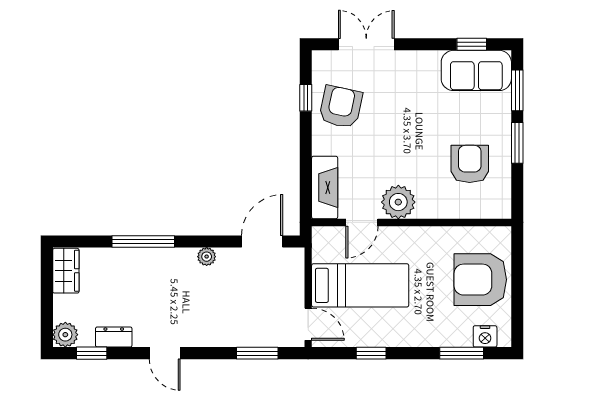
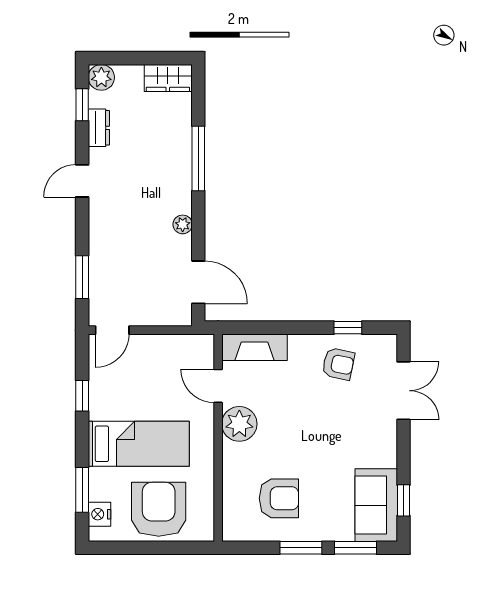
armchair: (341, 107) -> (338, 364), width x0.72, depth x0.72
bed: (360, 285) -> (139, 444), moved, turned -90

